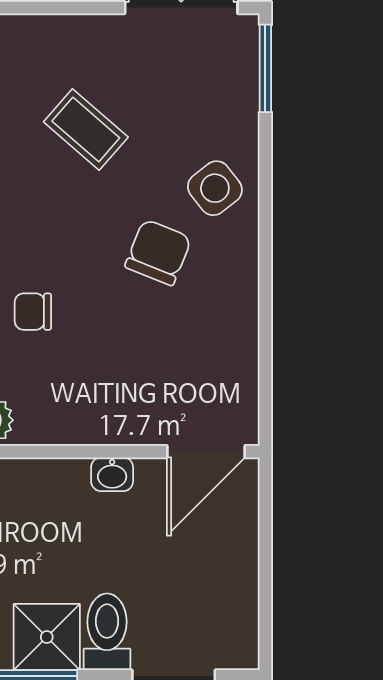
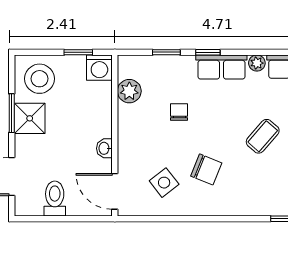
side table: (215, 188) -> (164, 183), moved
toilet: (107, 632) -> (55, 198), moved, turned -90

